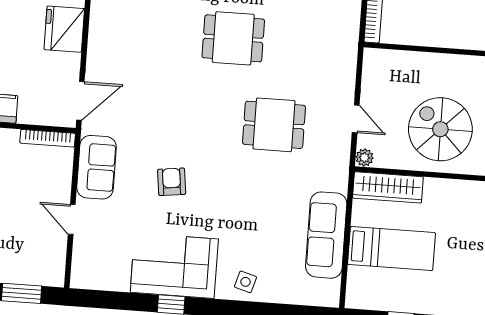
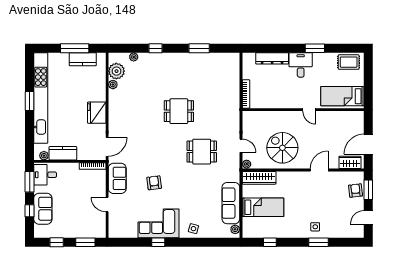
plant: (331, 290) -> (235, 229), added

